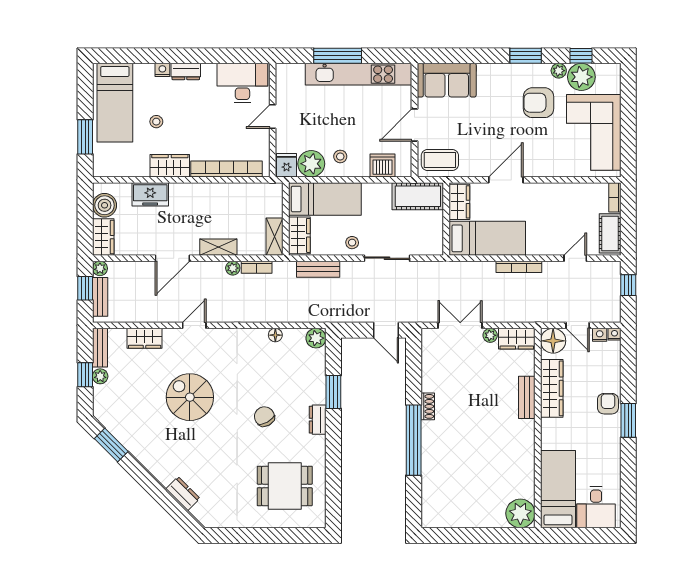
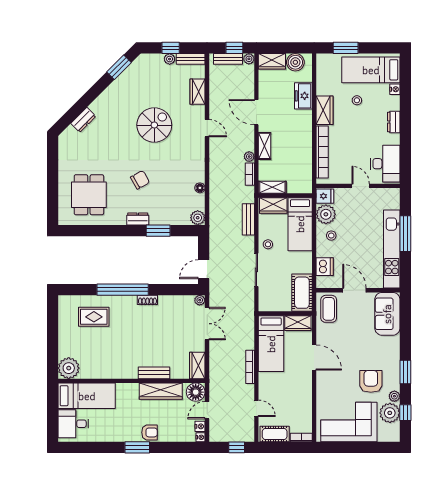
nightstand: (162, 70) -> (395, 89), moved
plant: (490, 335) -> (200, 300), moved
rug: (451, 479) -> (94, 317), added

